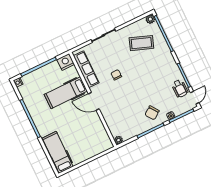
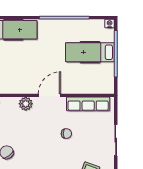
nightstand: (66, 62) -> (107, 86), removed
hospital bed: (66, 93) -> (90, 52), moved, turned -90
plant: (109, 116) -> (26, 104), added

